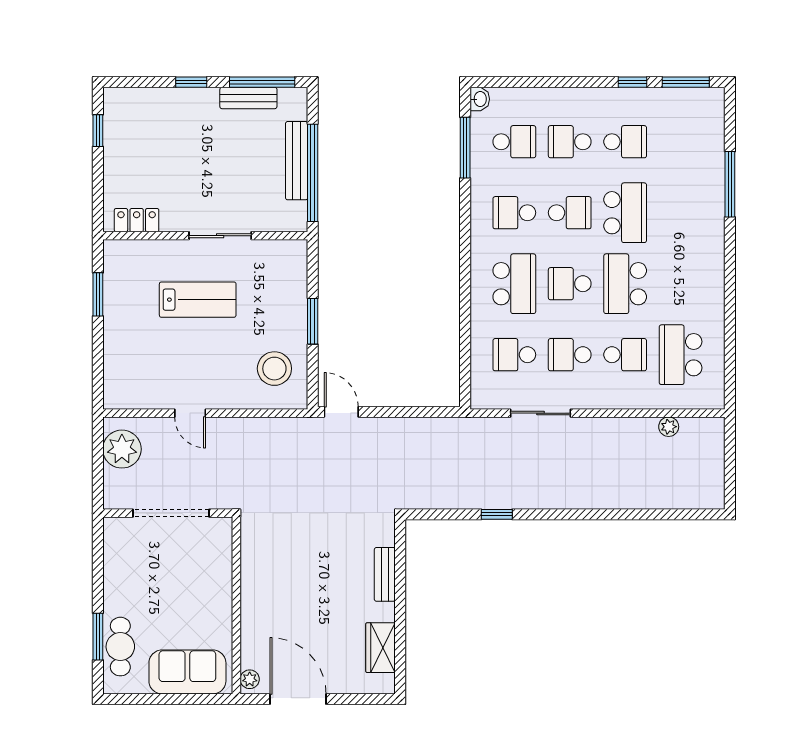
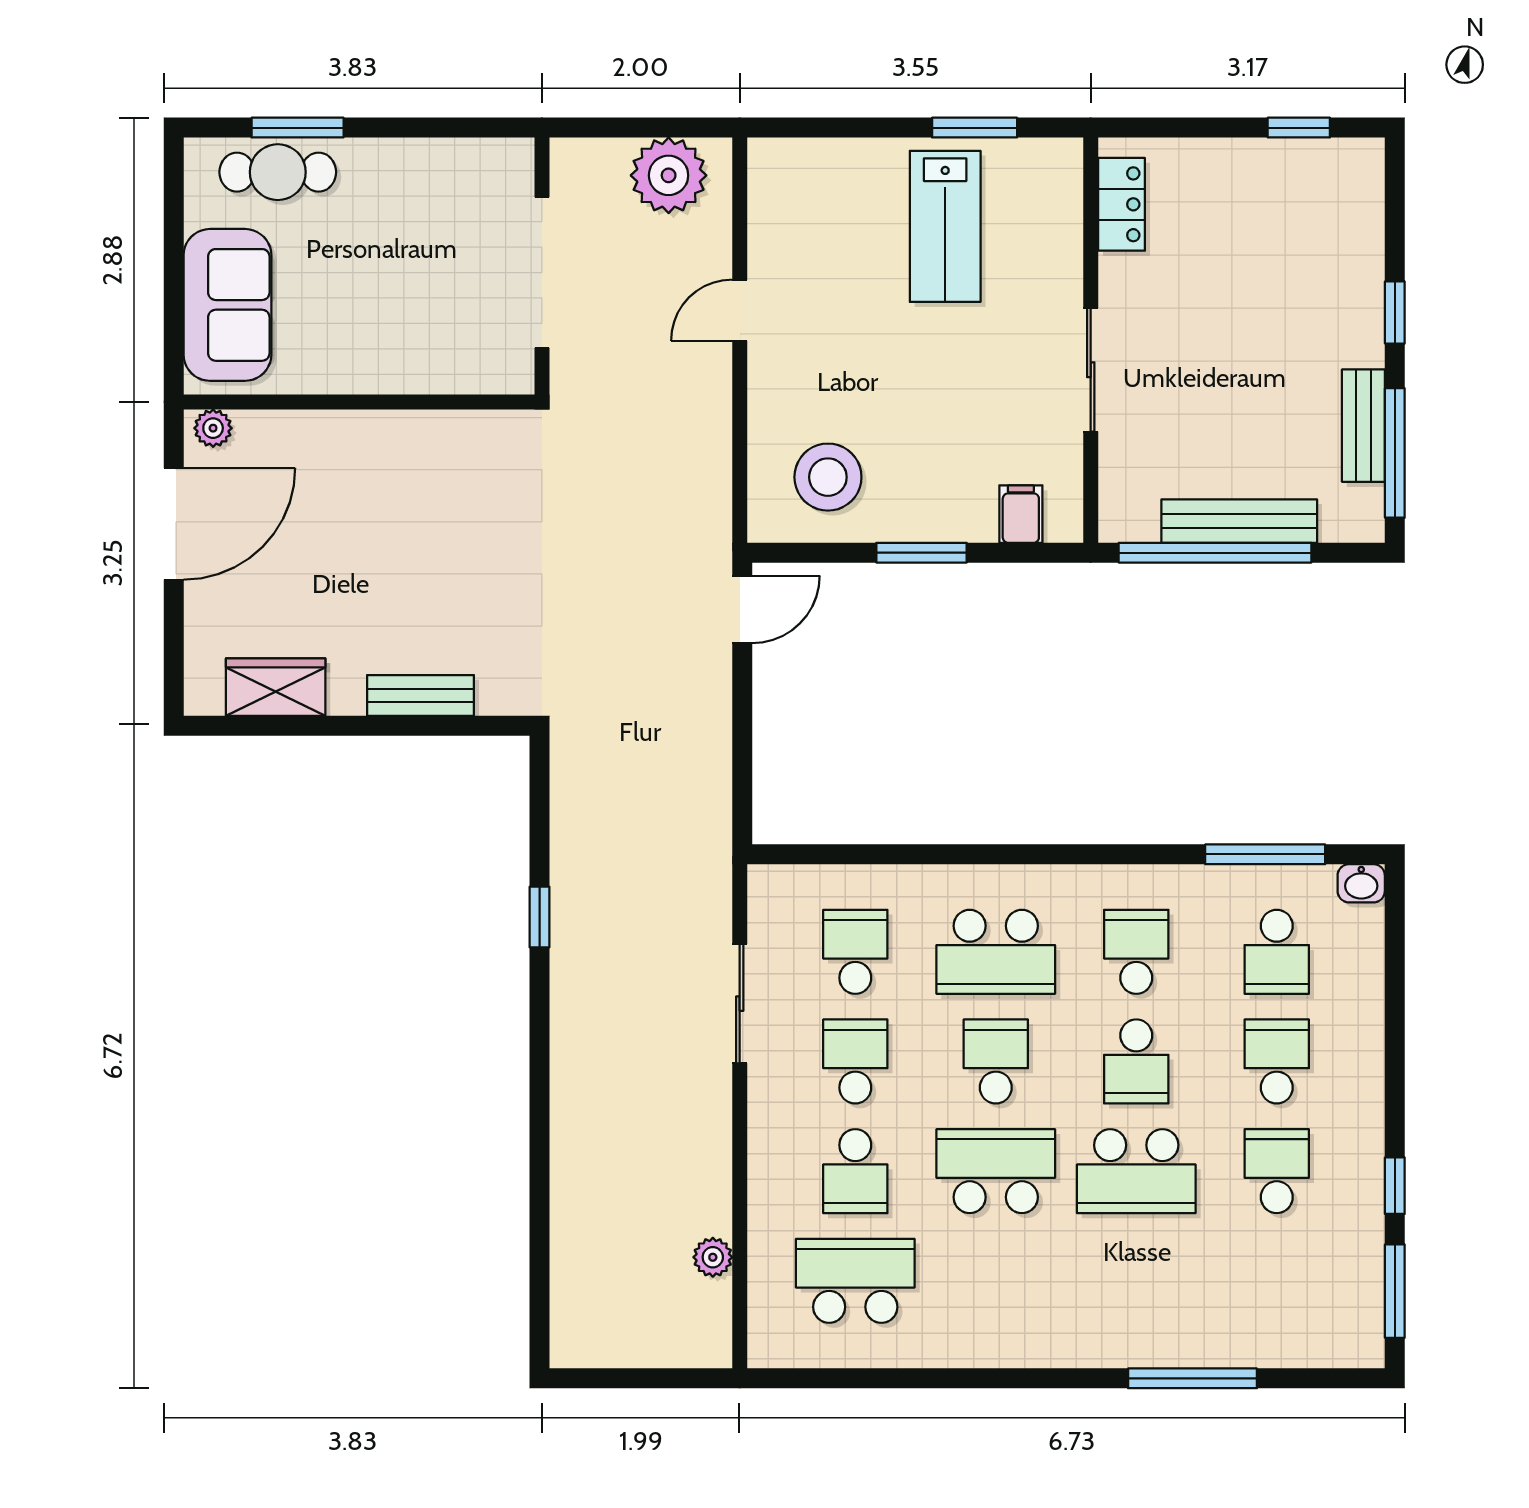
school desk: (625, 142) -> (1277, 1171), turned 180
filing cabinet: (293, 271) -> (1021, 514), added
lab bench: (198, 300) -> (945, 226), moved

